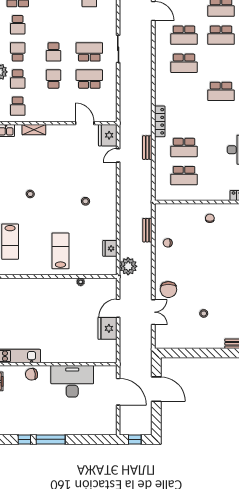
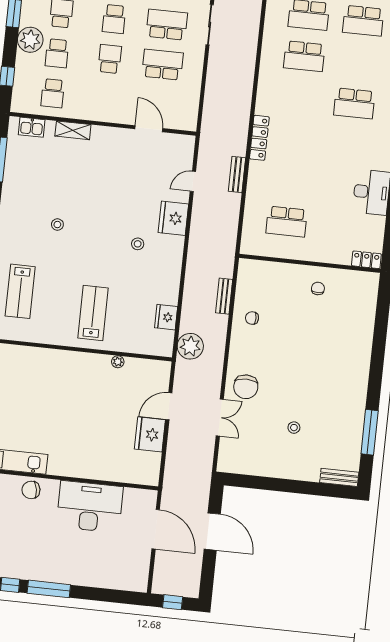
fridge: (108, 135) -> (173, 218), moved
school desk: (184, 148) -> (291, 180), removed

